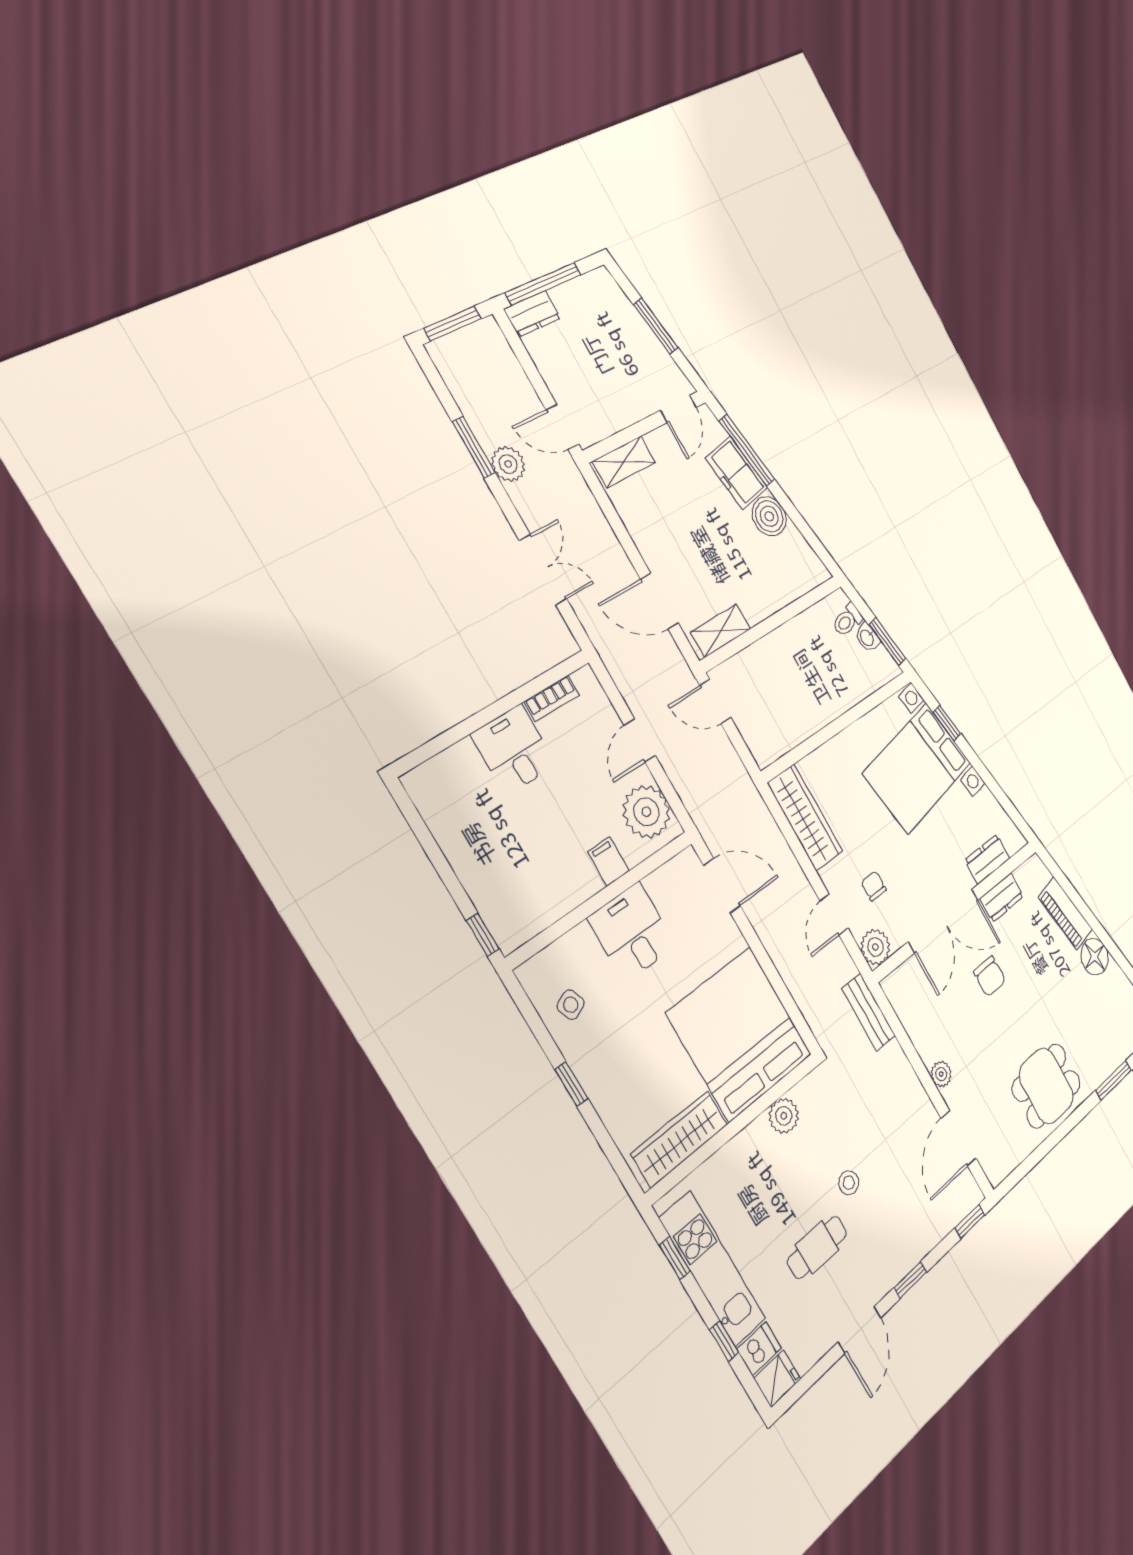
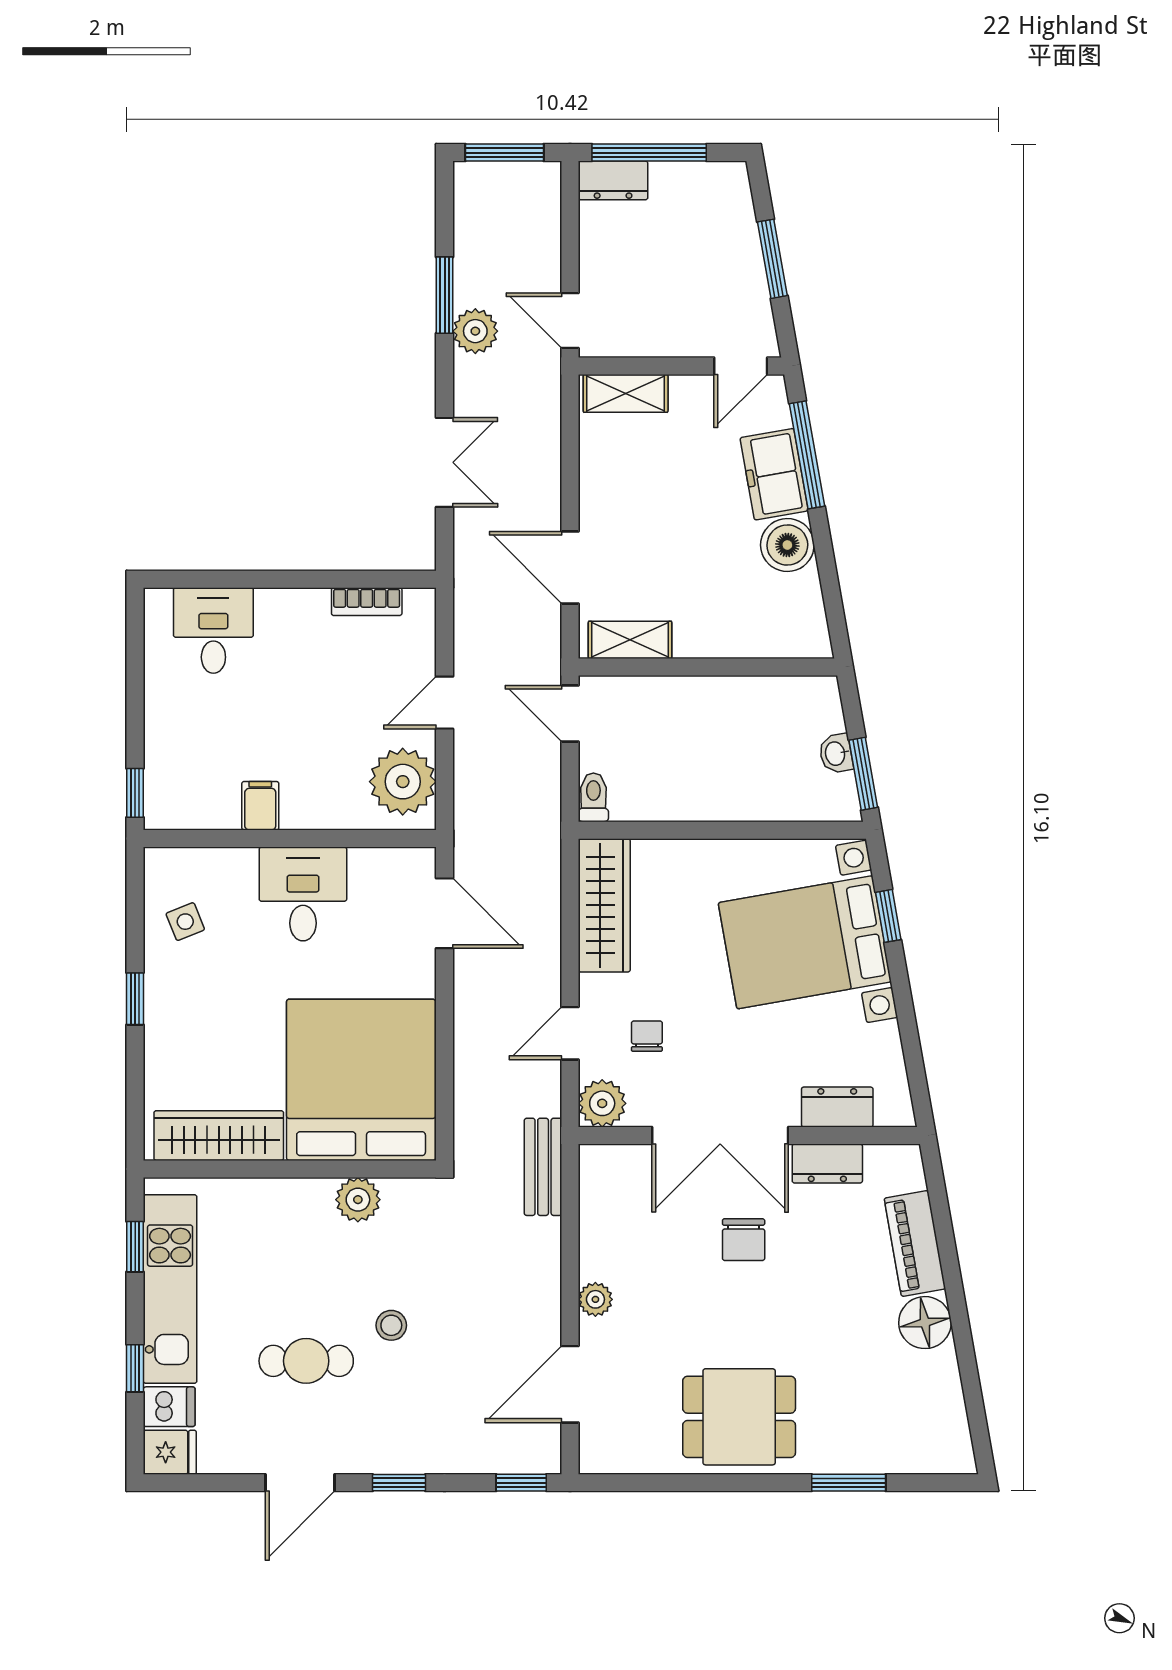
toilet: (847, 620) -> (593, 797), moved, turned 100
desk: (514, 750) -> (213, 631), moved
filing cabinet: (608, 861) -> (260, 806), moved

